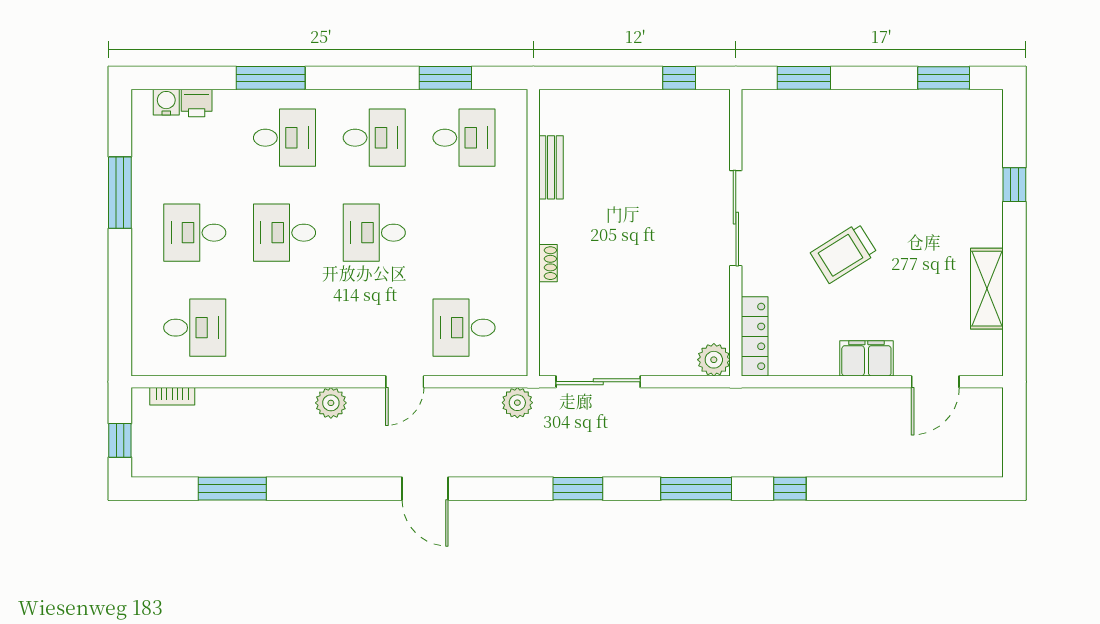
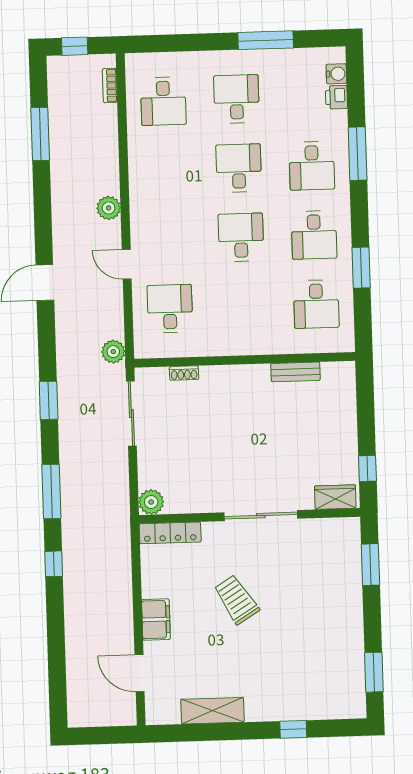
window: (445, 78) -> (361, 268), moved
wardrobe: (715, 121) -> (335, 497), added
shoe rack: (548, 263) -> (184, 373), moved

